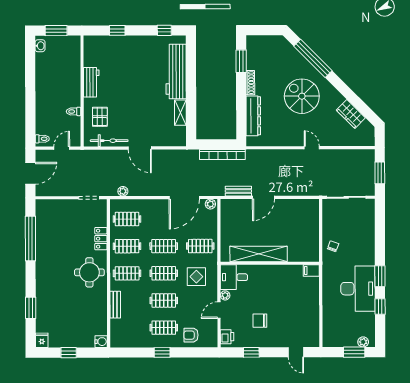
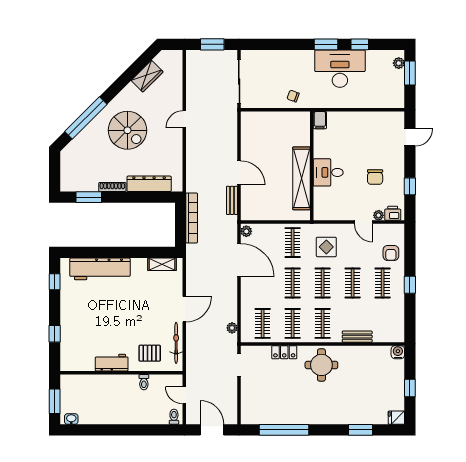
spiral stairs: (302, 96) -> (127, 130), turned -90
shelving: (180, 113) -> (162, 264), moved
desk: (234, 277) -> (328, 172), moved, turned 90
plant: (225, 295) -> (379, 215), moved

